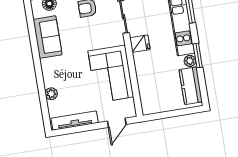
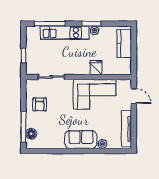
sofa: (48, 37) -> (81, 140), moved
fridge: (140, 44) -> (96, 68), moved
kitchen counter: (191, 86) -> (124, 44), moved, turned 90

